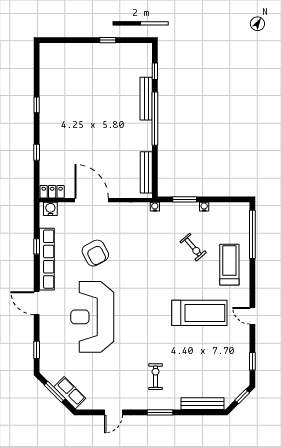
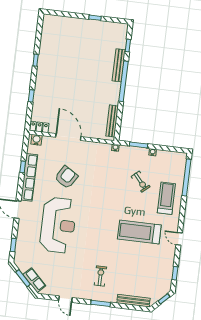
armchair: (95, 253) -> (66, 177), turned -120
treadmill: (199, 313) -> (139, 232), turned 180
reception desk: (92, 317) -> (58, 225), turned 180
door: (113, 412) -> (65, 299), hinge flipped

